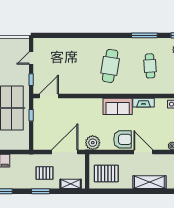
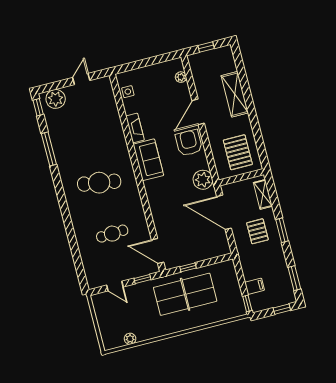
cafe table: (150, 66) -> (112, 234), moved

